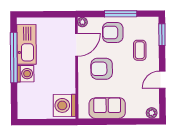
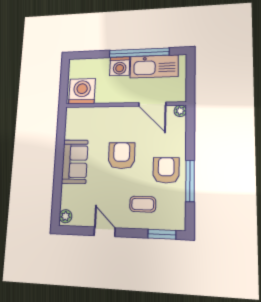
plant: (82, 22) -> (180, 111), moved
door: (76, 45) -> (152, 104), moved
wall: (77, 68) -> (124, 105), moved
washing machine: (64, 105) -> (82, 91), moved

